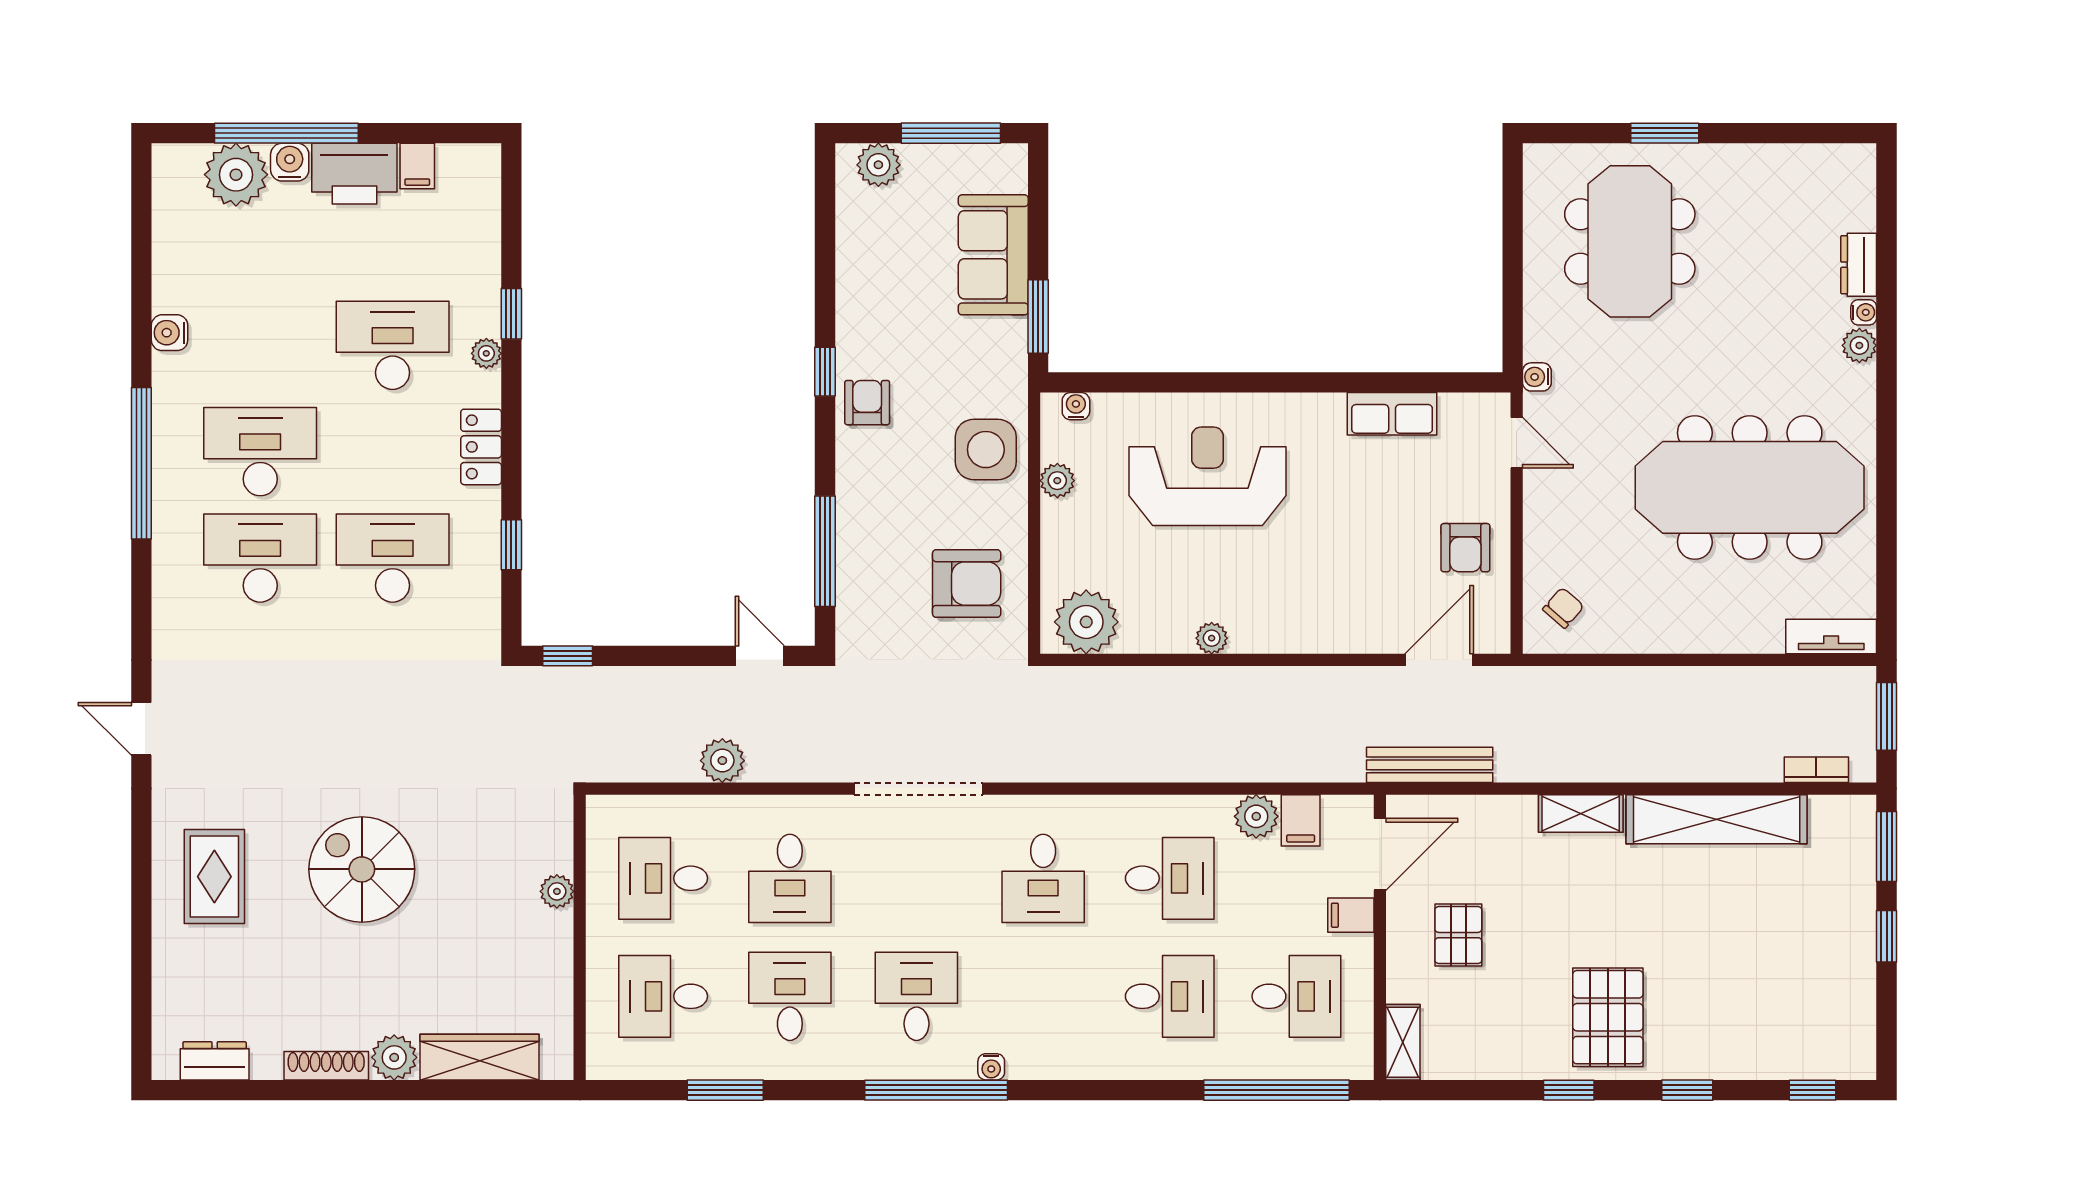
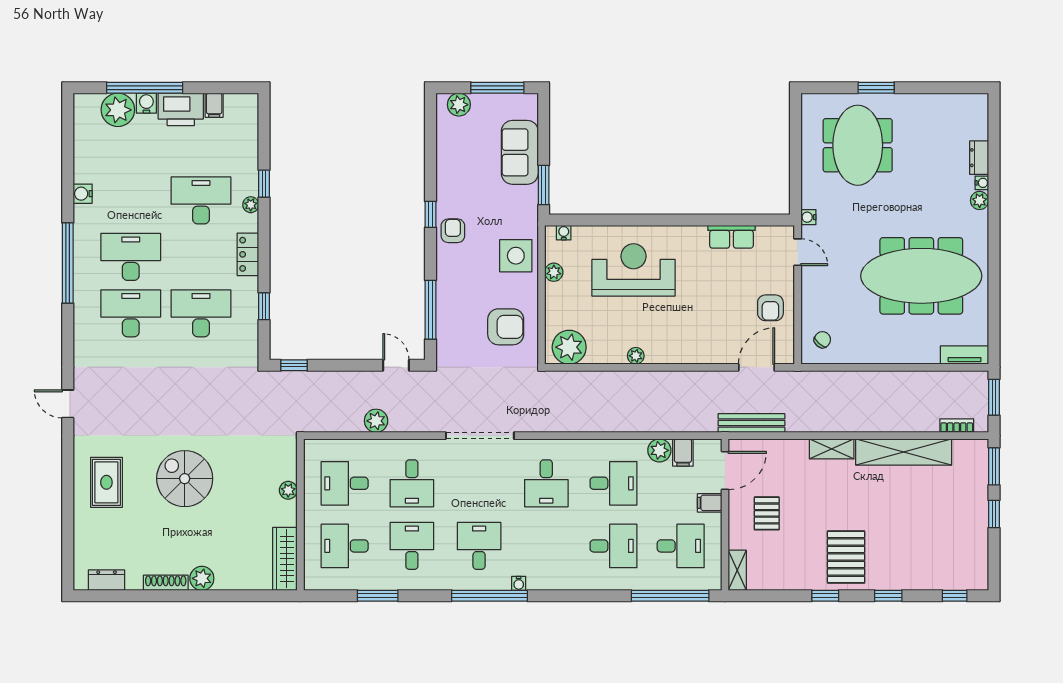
wardrobe: (479, 1057) -> (285, 559), moved, turned -90

